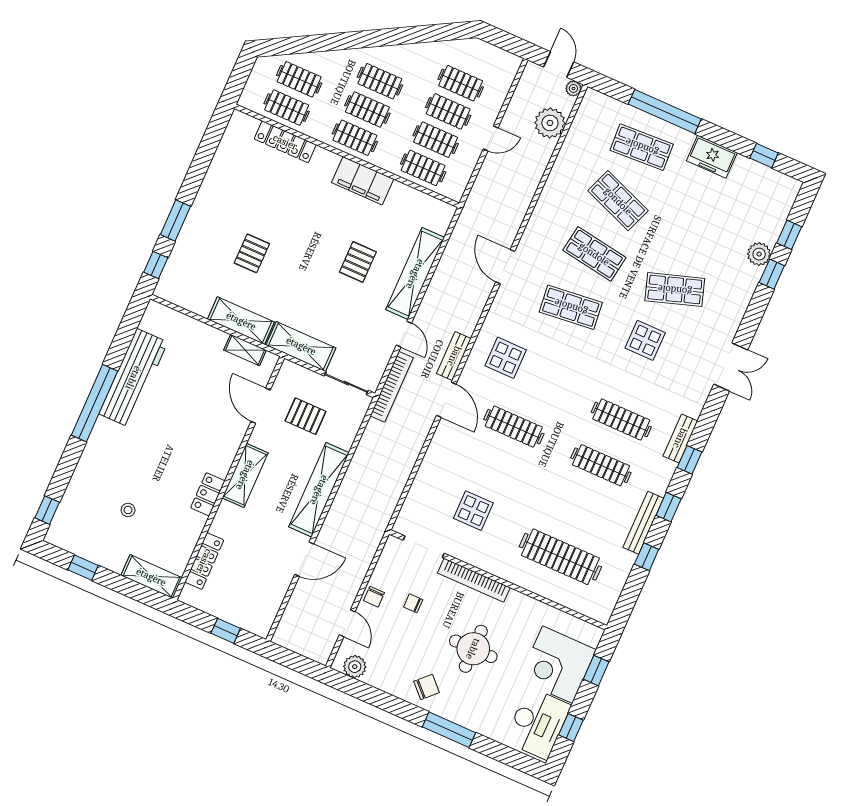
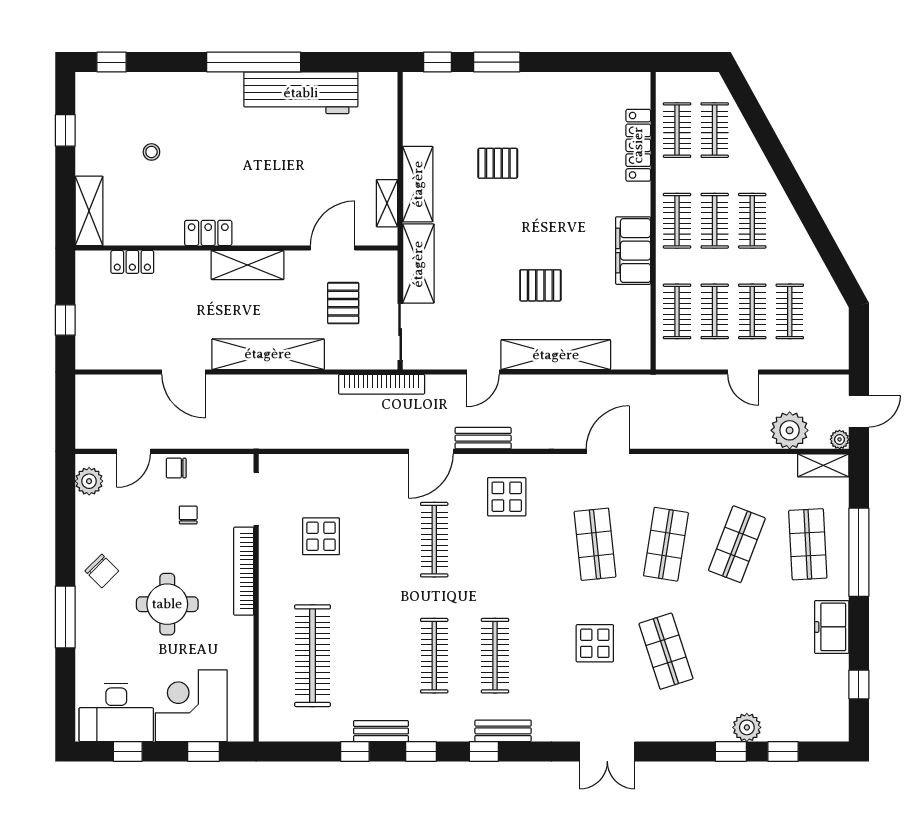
shelving: (588, 109) -> (823, 465), added
bookcase: (392, 387) -> (382, 384), moved
bench: (643, 523) -> (381, 731), width x0.73
locker: (204, 561) -> (132, 262), width x0.66

